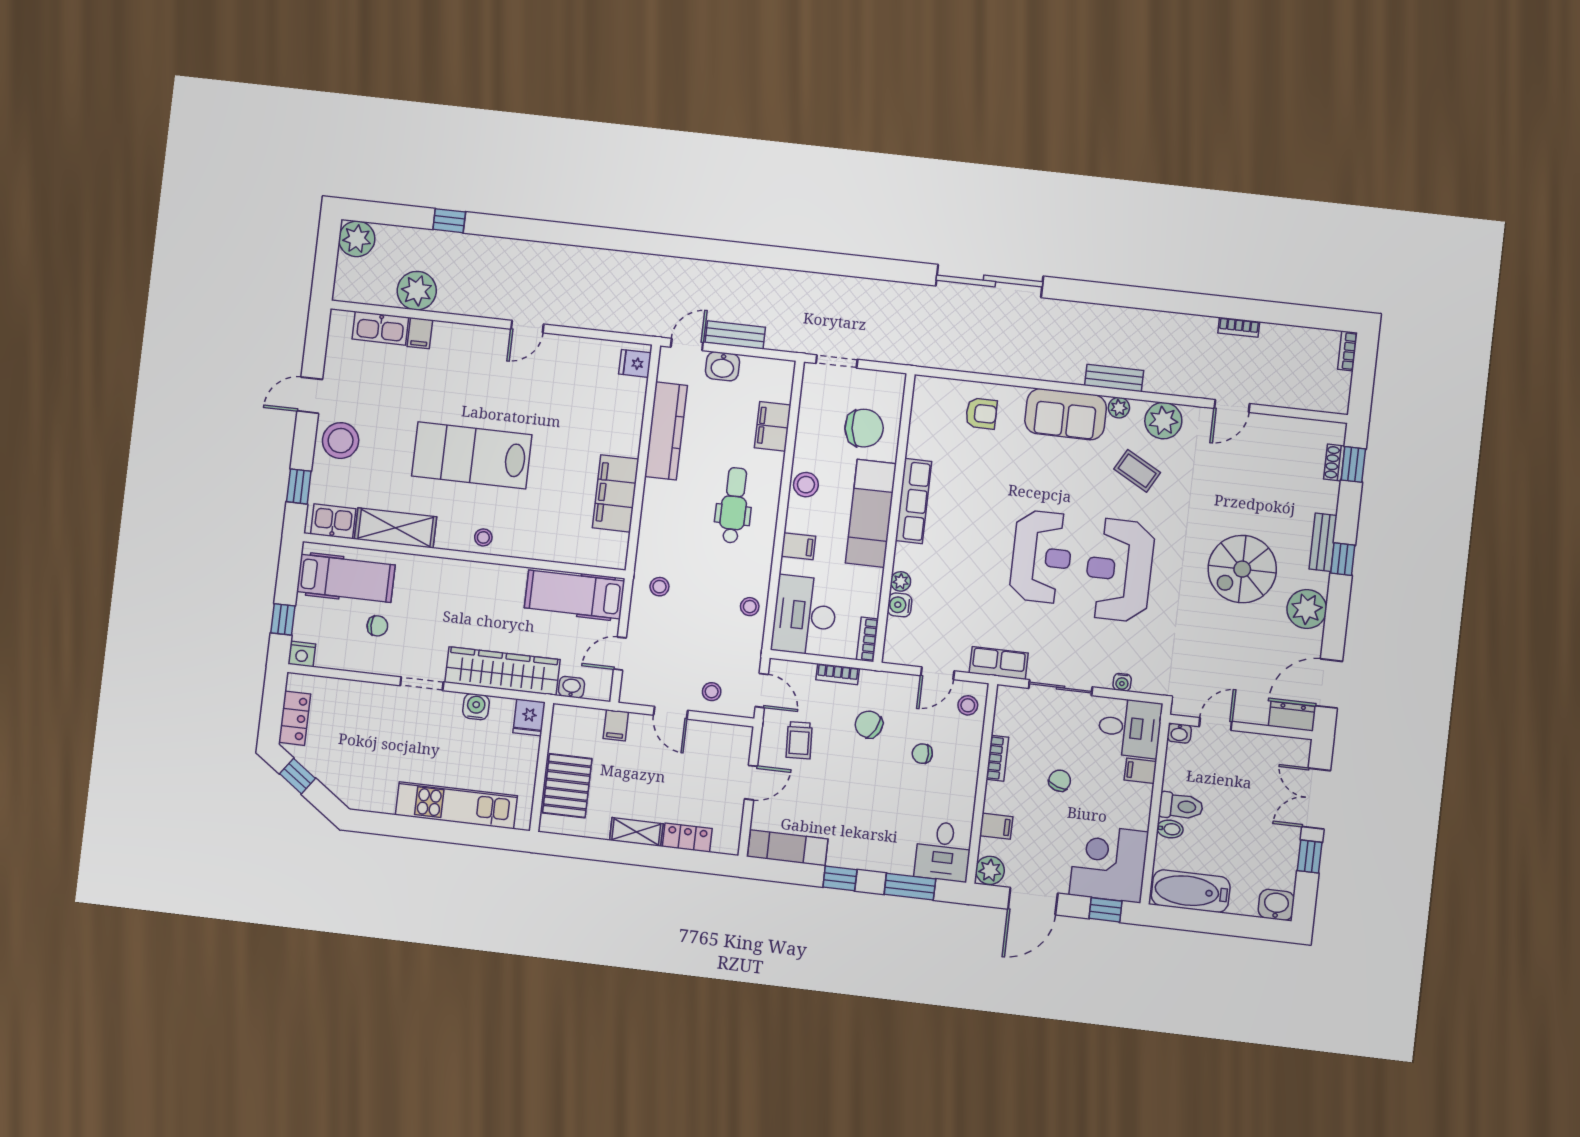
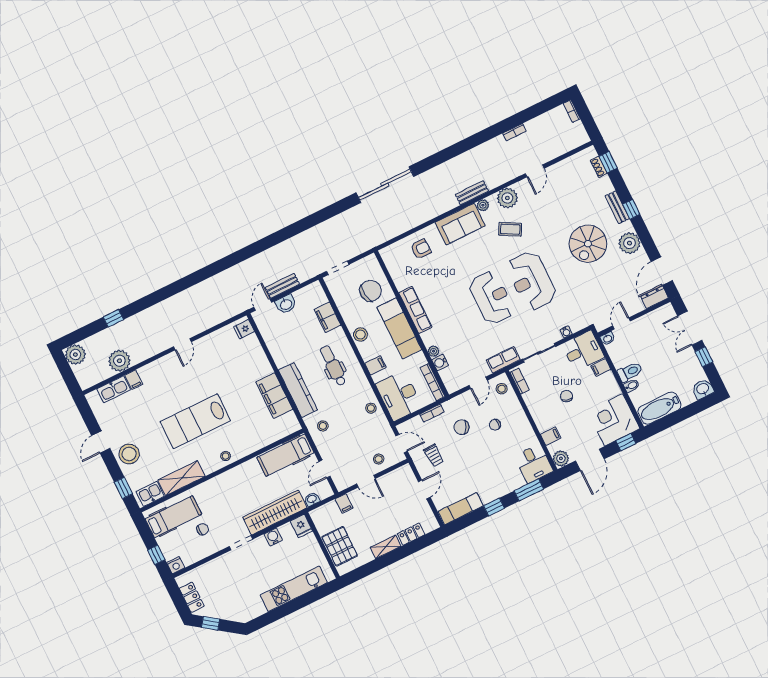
kitchen counter: (666, 431) -> (298, 390), moved
bookcase: (867, 639) -> (432, 382), width x1.56
bookcase: (997, 758) -> (520, 381), moved

